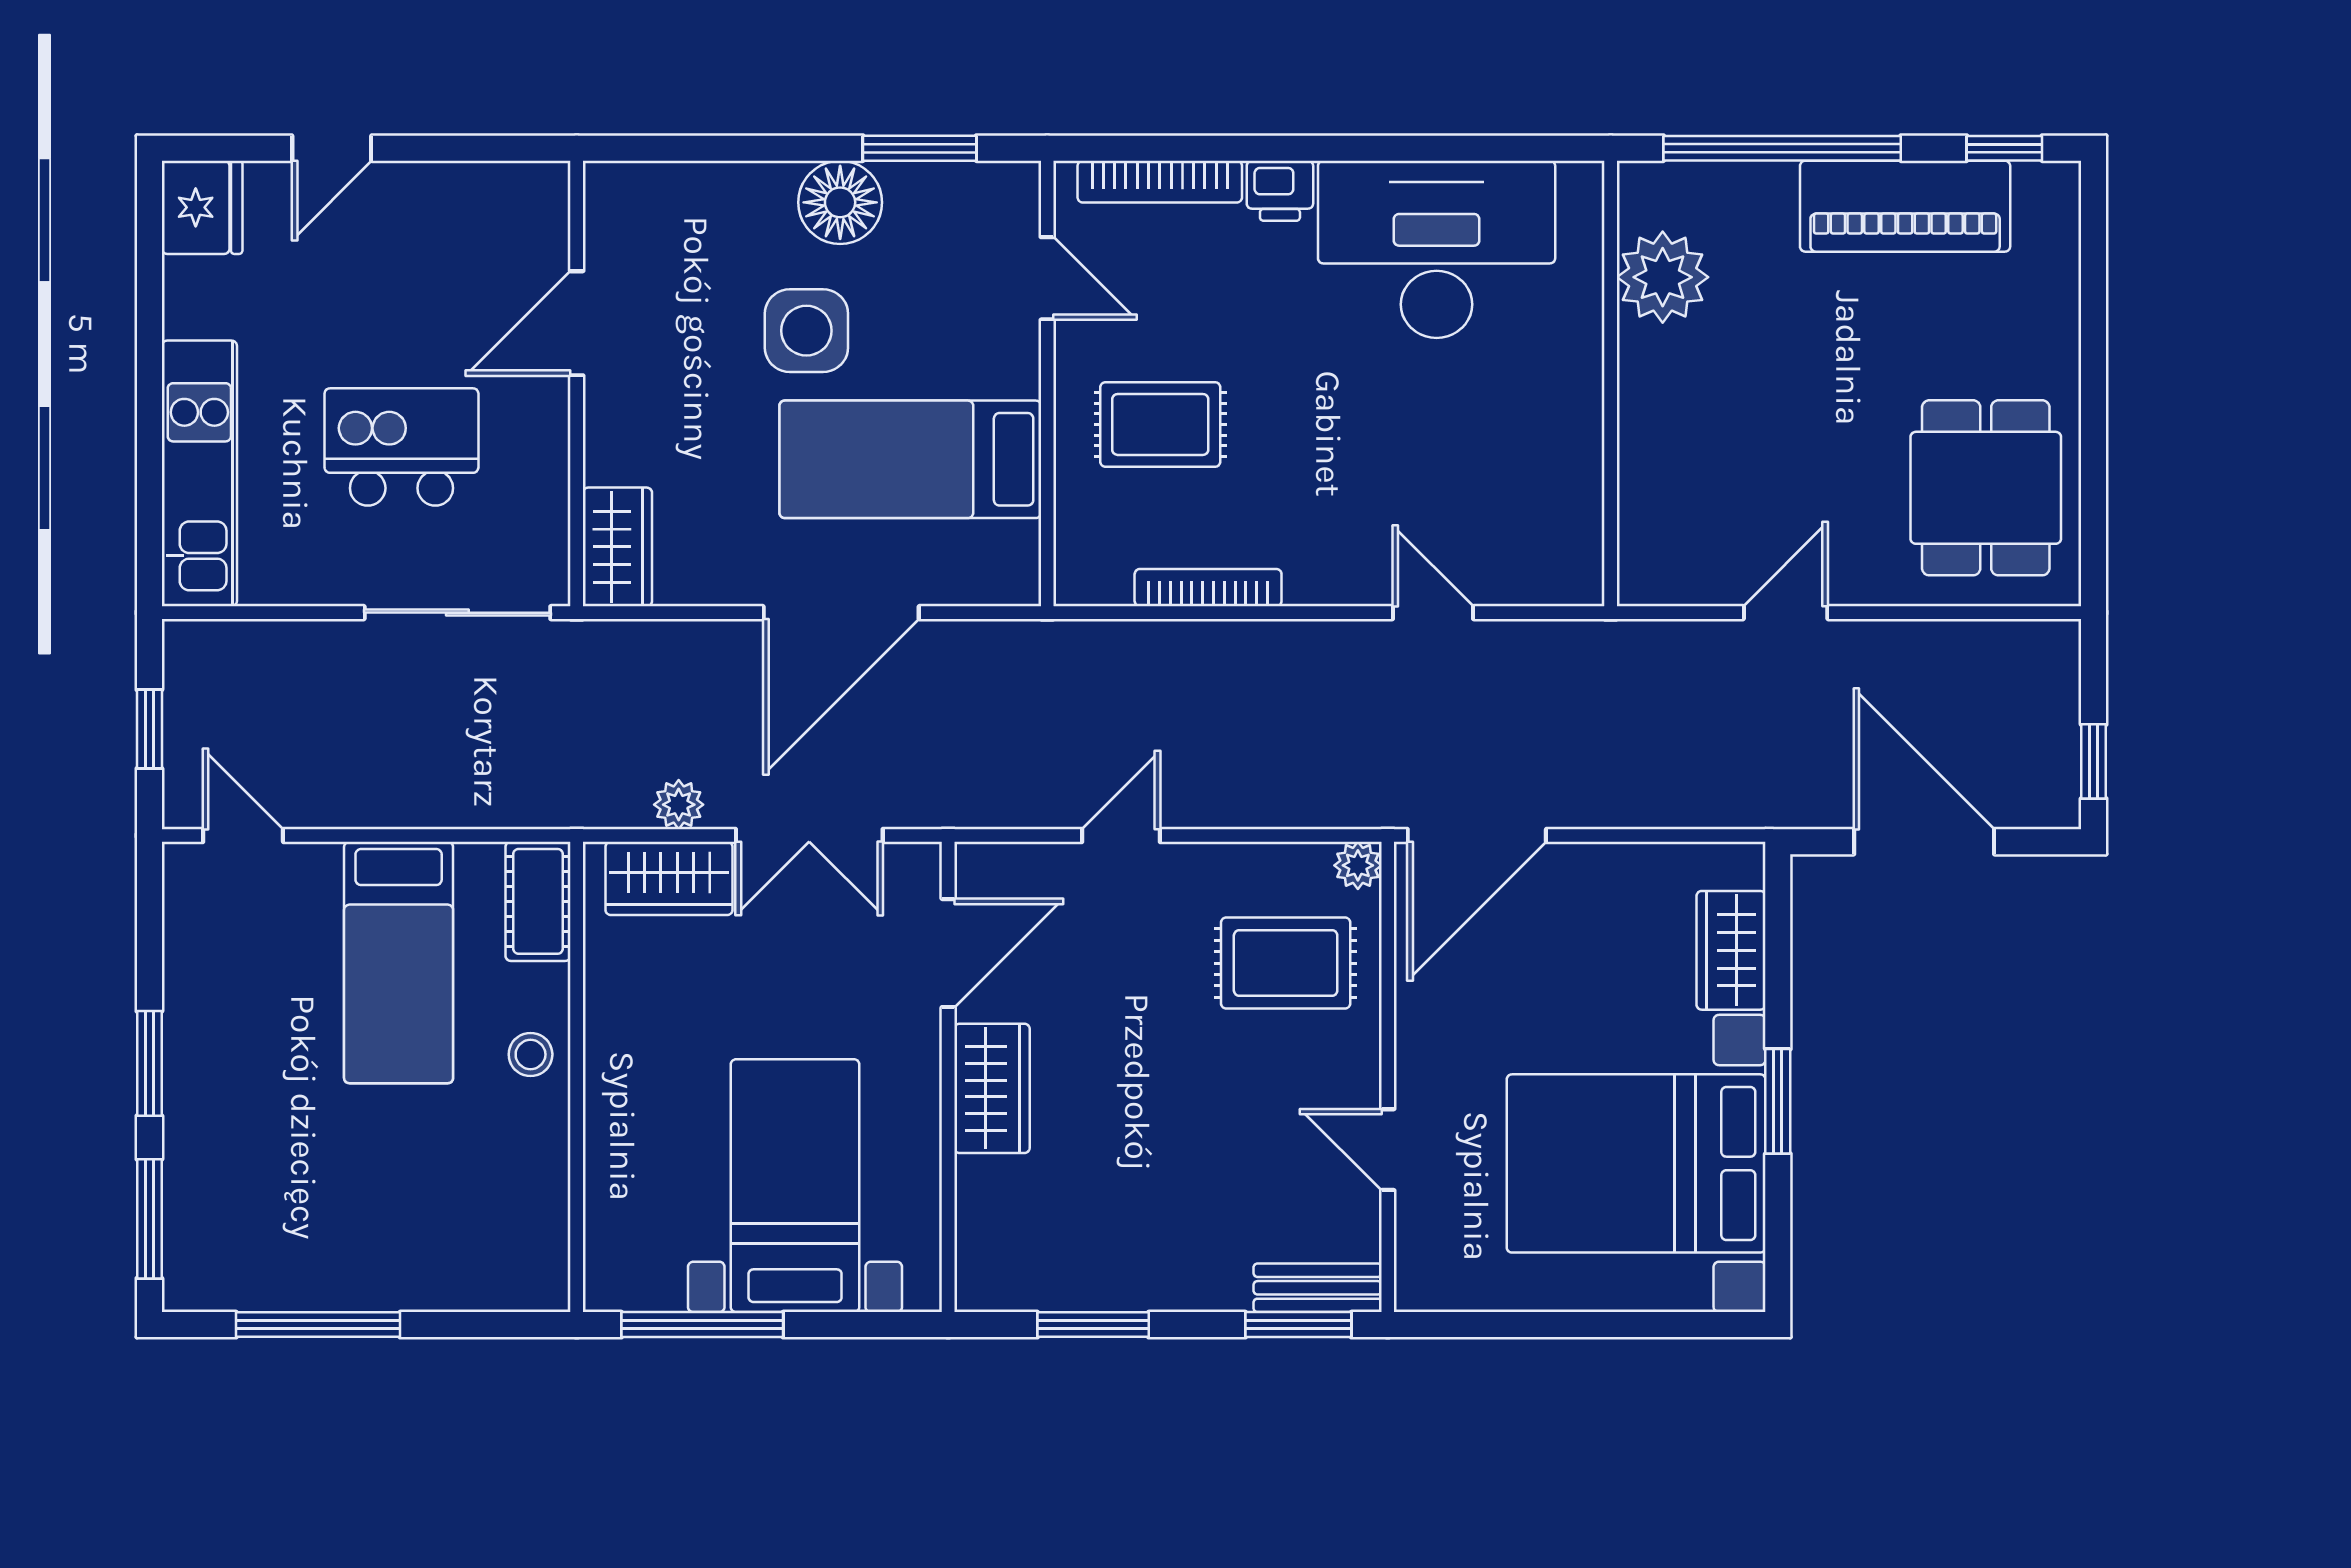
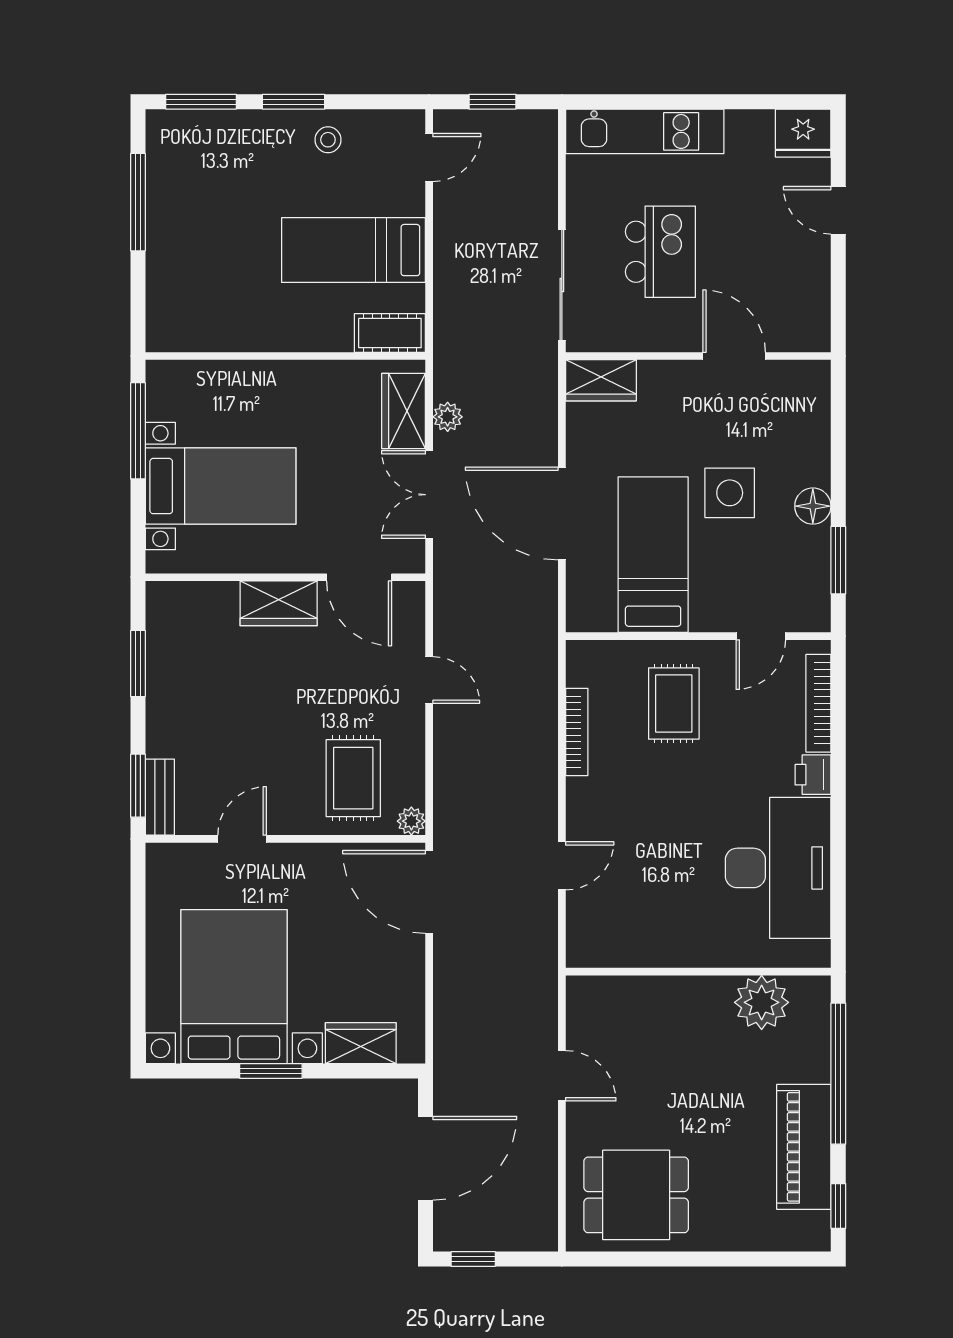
floor lamp: (840, 202) -> (813, 506), width x0.73, depth x0.73
stool: (531, 1054) -> (328, 140), moved

